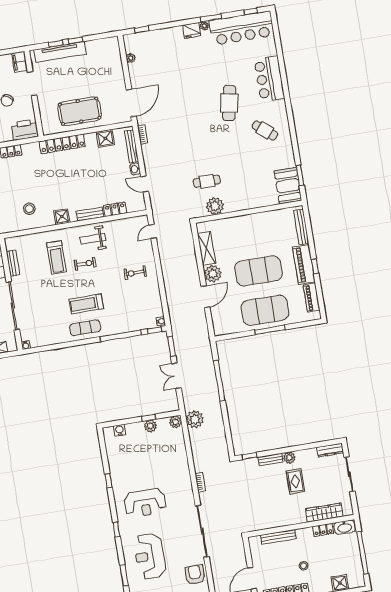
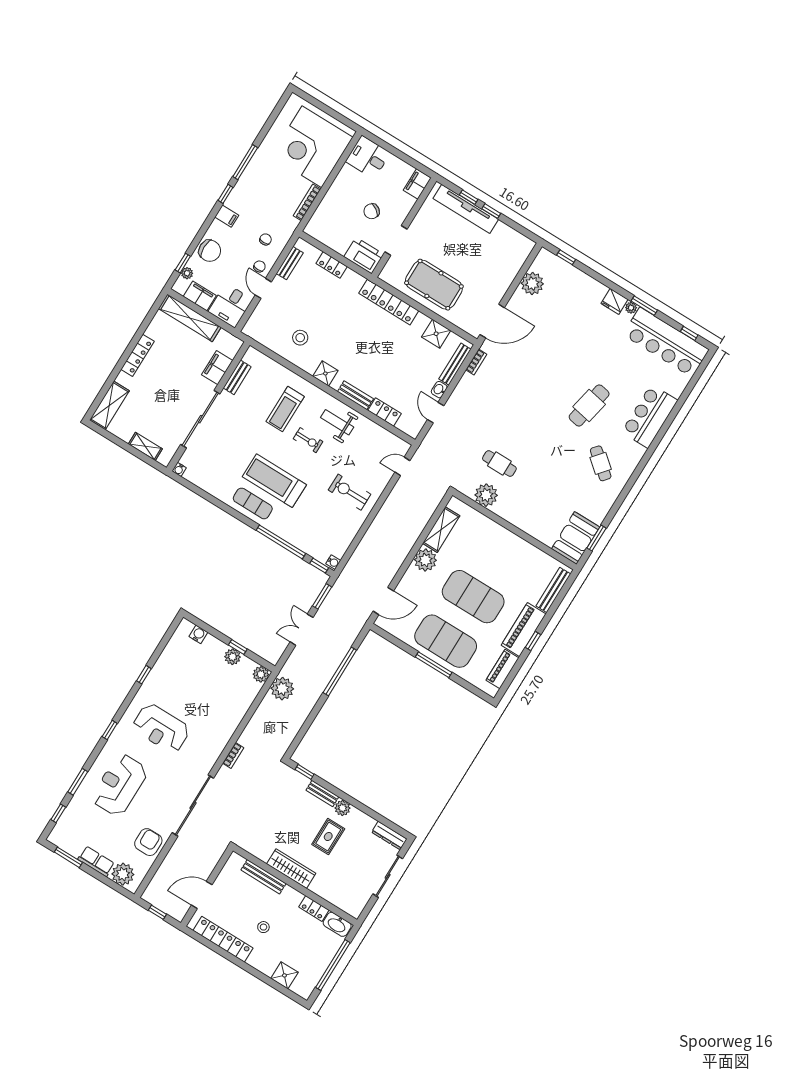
plant: (131, 58) -> (532, 284), width x1.87, depth x1.87
doorway: (32, 84) -> (396, 241), moved
exercise bike: (135, 273) -> (350, 492), width x1.38, depth x1.39
door: (205, 297) -> (383, 601), moved
treadmill: (86, 304) -> (274, 481), width x1.37, depth x1.38
wardrobe: (324, 513) -> (291, 869), moved

